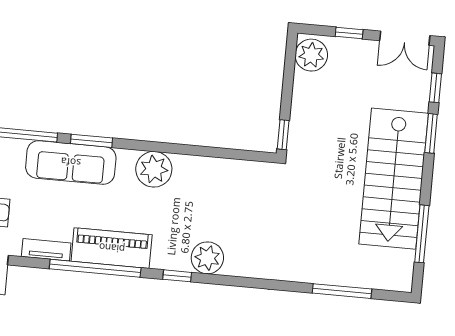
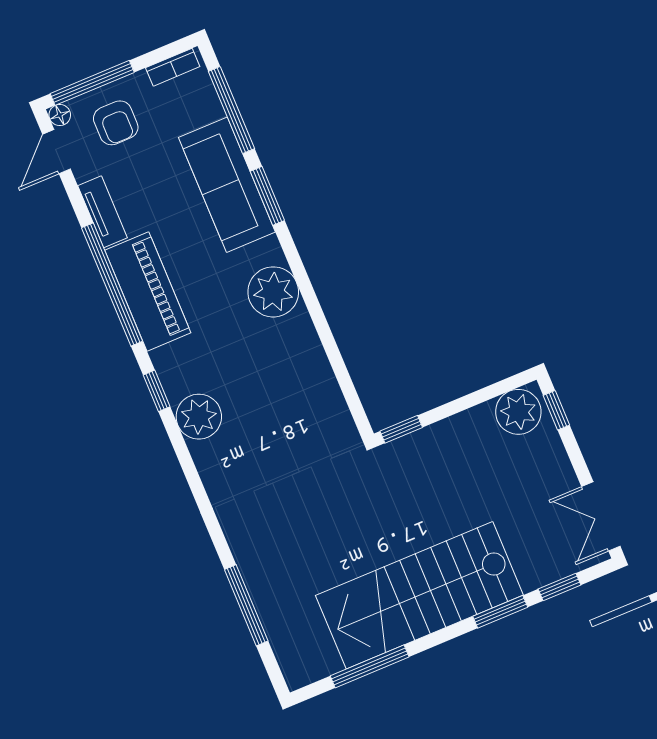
window: (349, 33) -> (556, 410), moved

